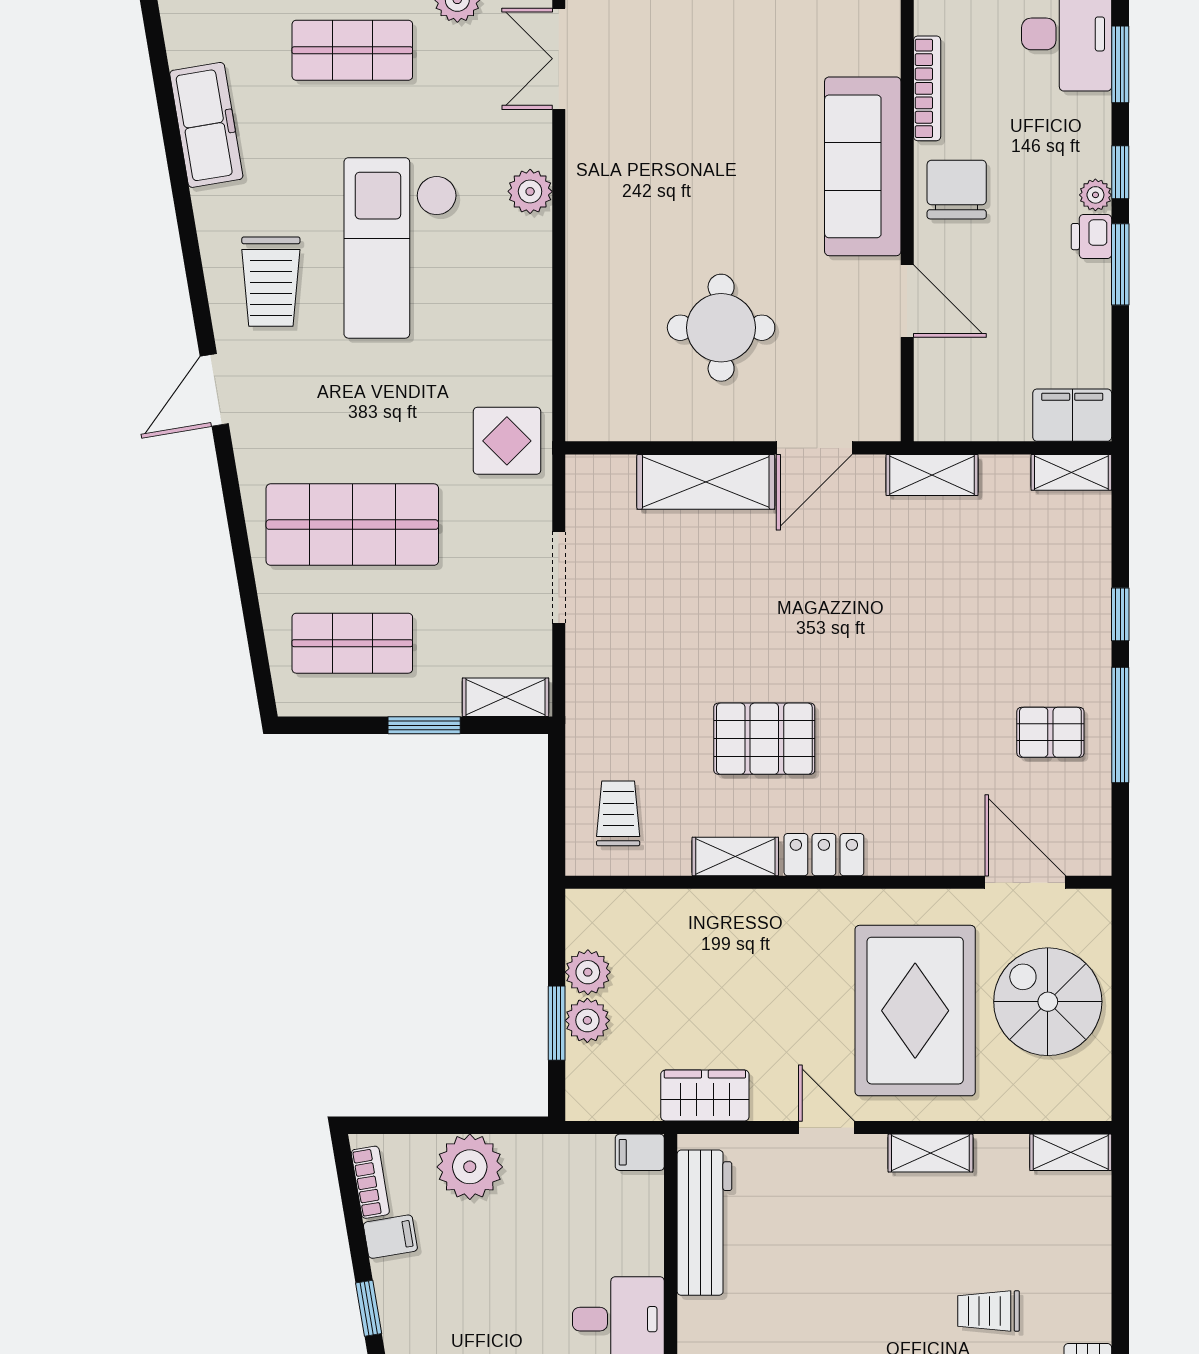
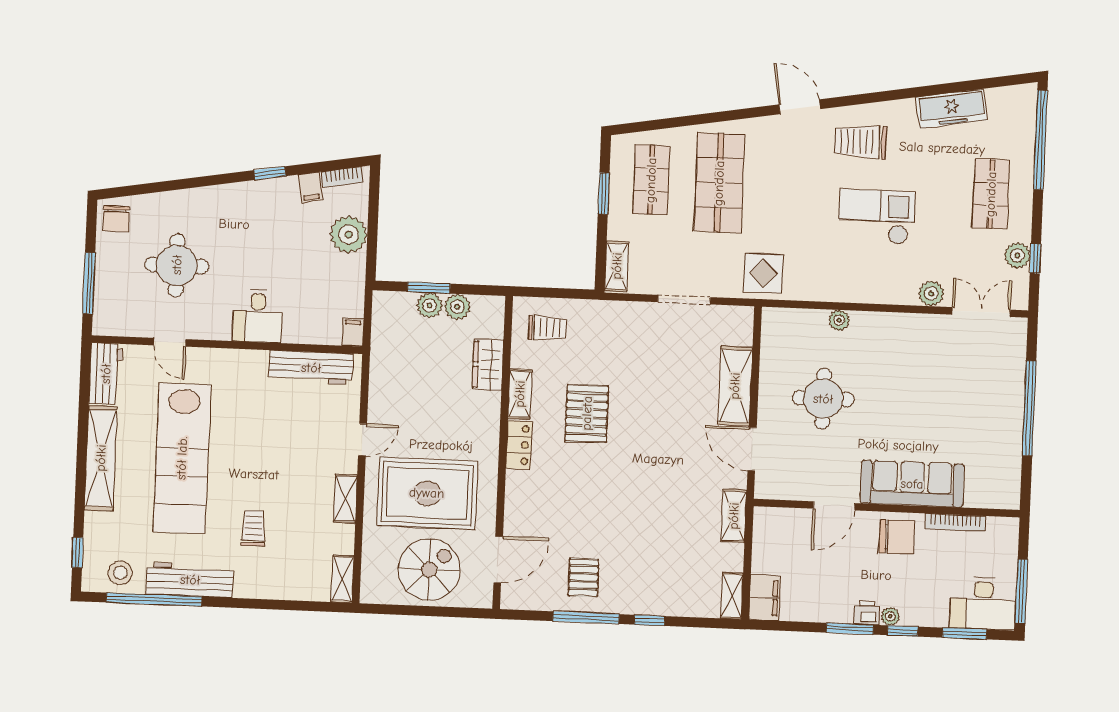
plant: (530, 191) -> (931, 294), moved
checkout: (401, 248) -> (877, 217), width x0.73, depth x0.83
plant: (583, 306) -> (839, 320), added
window: (424, 725) -> (604, 194), moved
wardrobe: (705, 1096) -> (488, 365), moved, turned 180

